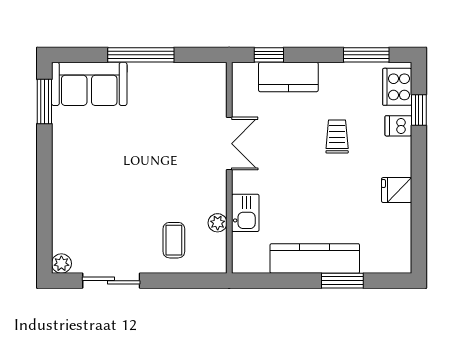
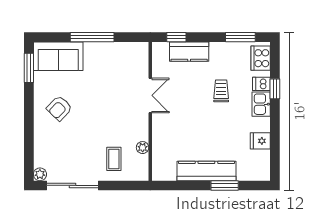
window: (419, 110) -> (275, 89), moved
armchair: (91, 163) -> (59, 108), added
fridge: (397, 190) -> (260, 141), moved
kitchen sink: (245, 213) -> (261, 104), moved, turned 180
sliding door: (111, 281) -> (73, 185), width x1.37

